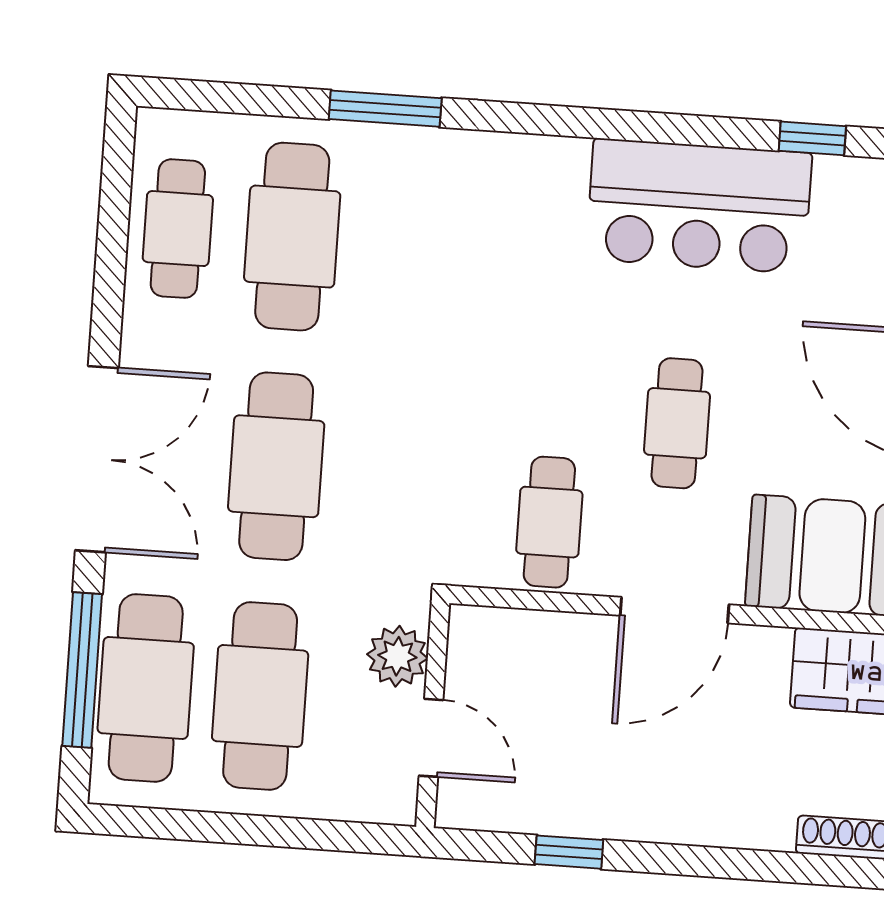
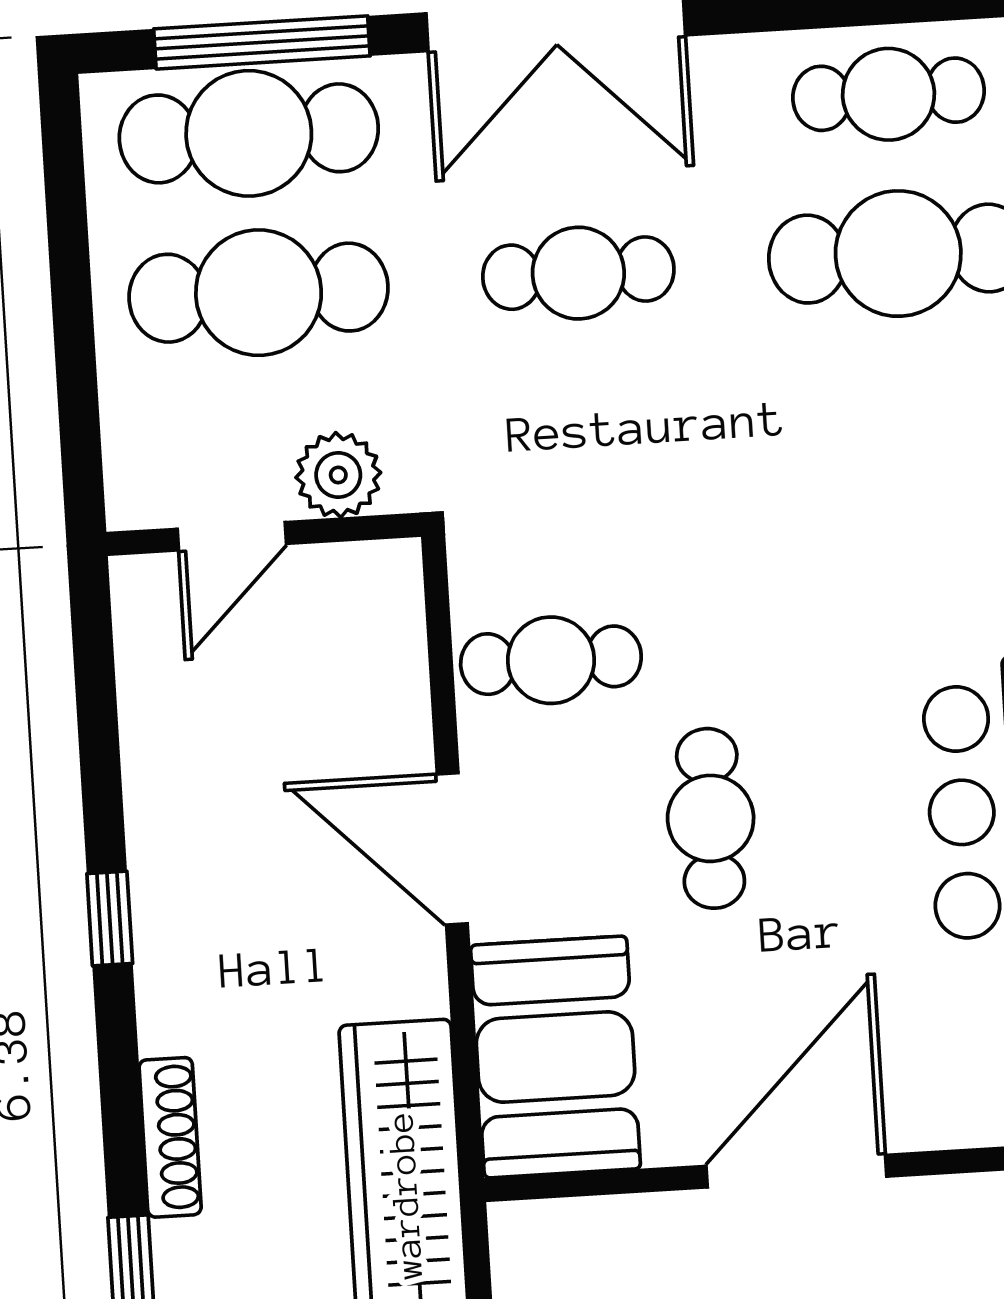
cafe table: (677, 423) -> (711, 818), turned 90
cafe table: (276, 466) -> (578, 273), width x0.73, depth x0.74
window: (569, 852) -> (110, 919), moved

